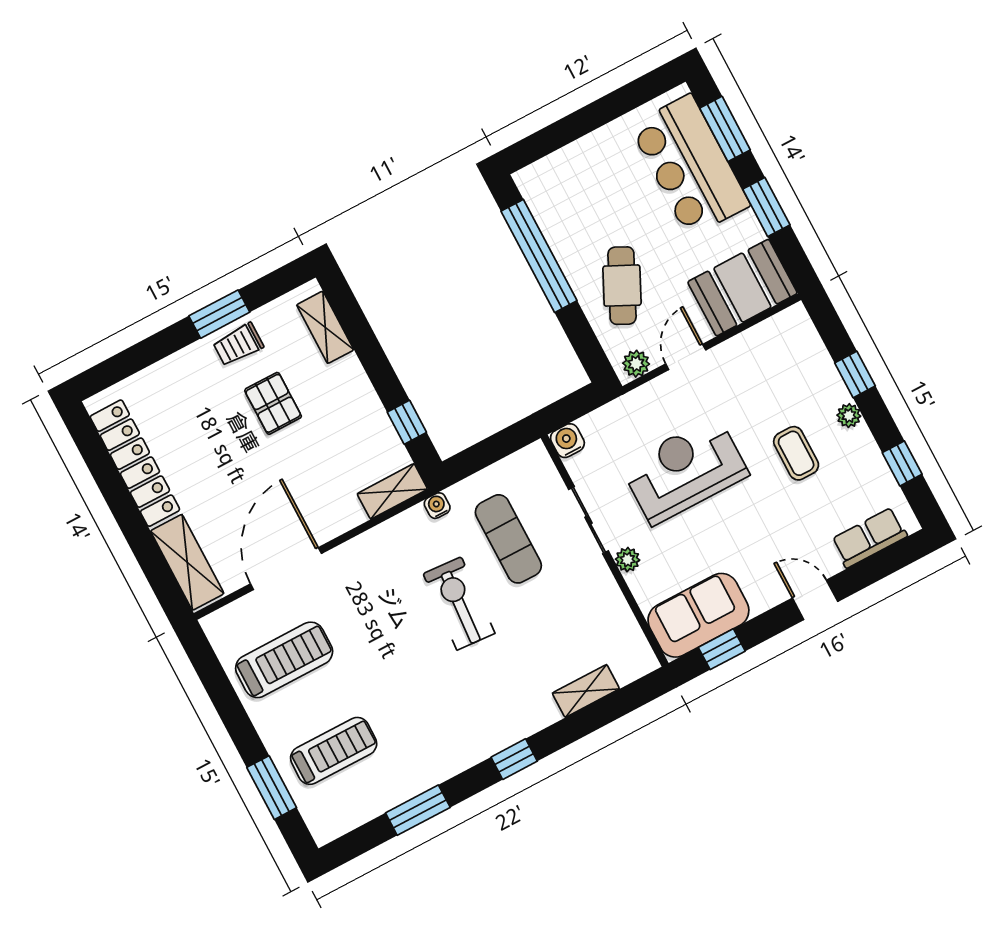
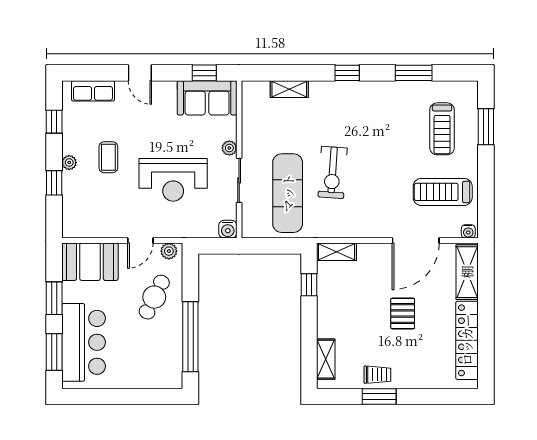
pallet: (273, 403) -> (403, 313), moved
water cooler: (437, 506) -> (468, 231), moved
exercise mat: (508, 539) -> (288, 193), width x1.36, depth x1.45
treadmill: (334, 751) -> (442, 129), turned -90

